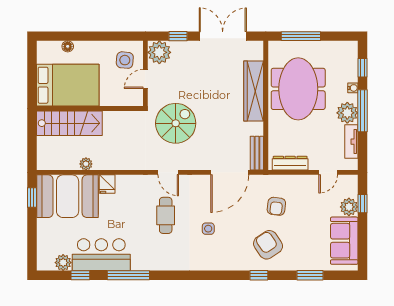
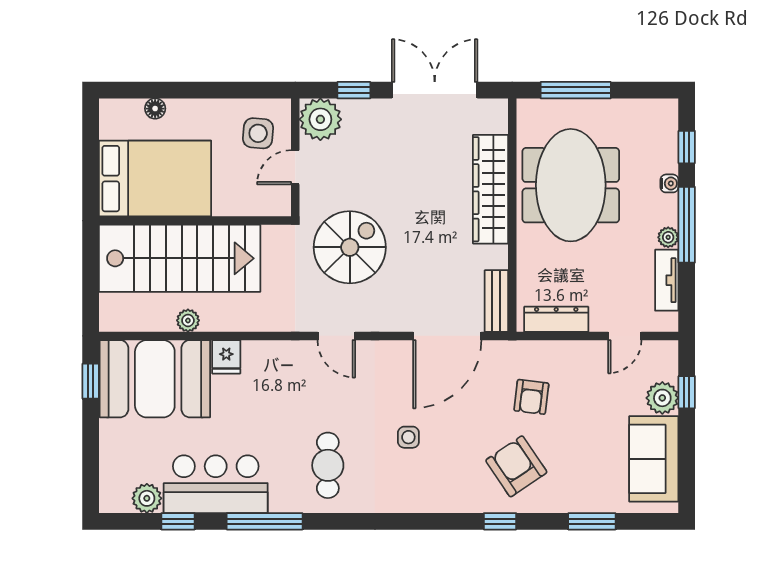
plant: (347, 113) -> (668, 237), width x0.53, depth x0.53
stairs: (69, 123) -> (180, 258), width x1.36, depth x1.51
cafe table: (166, 215) -> (328, 465), moved

